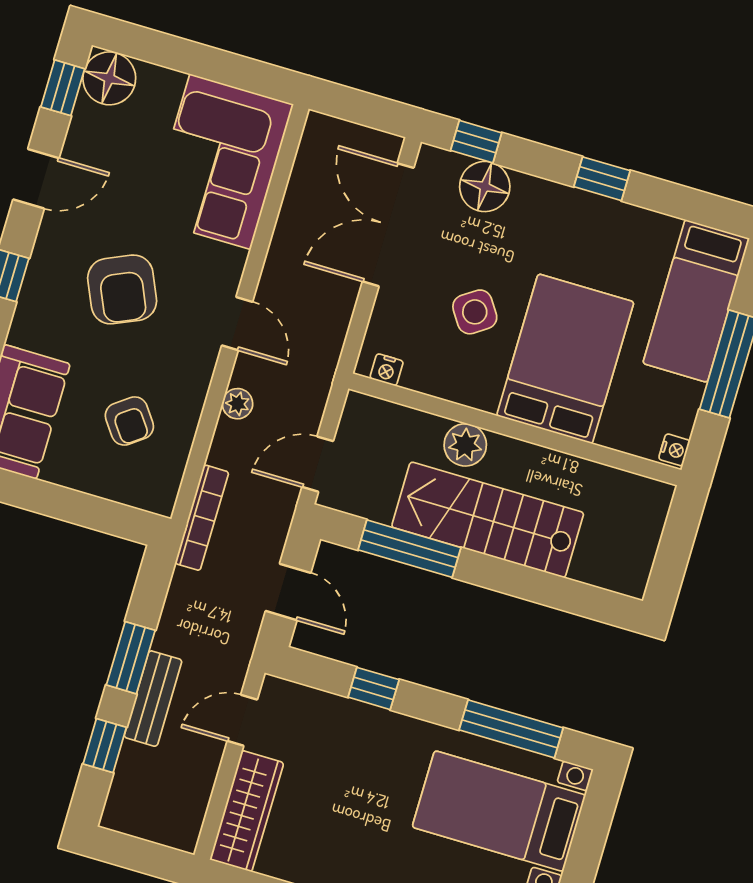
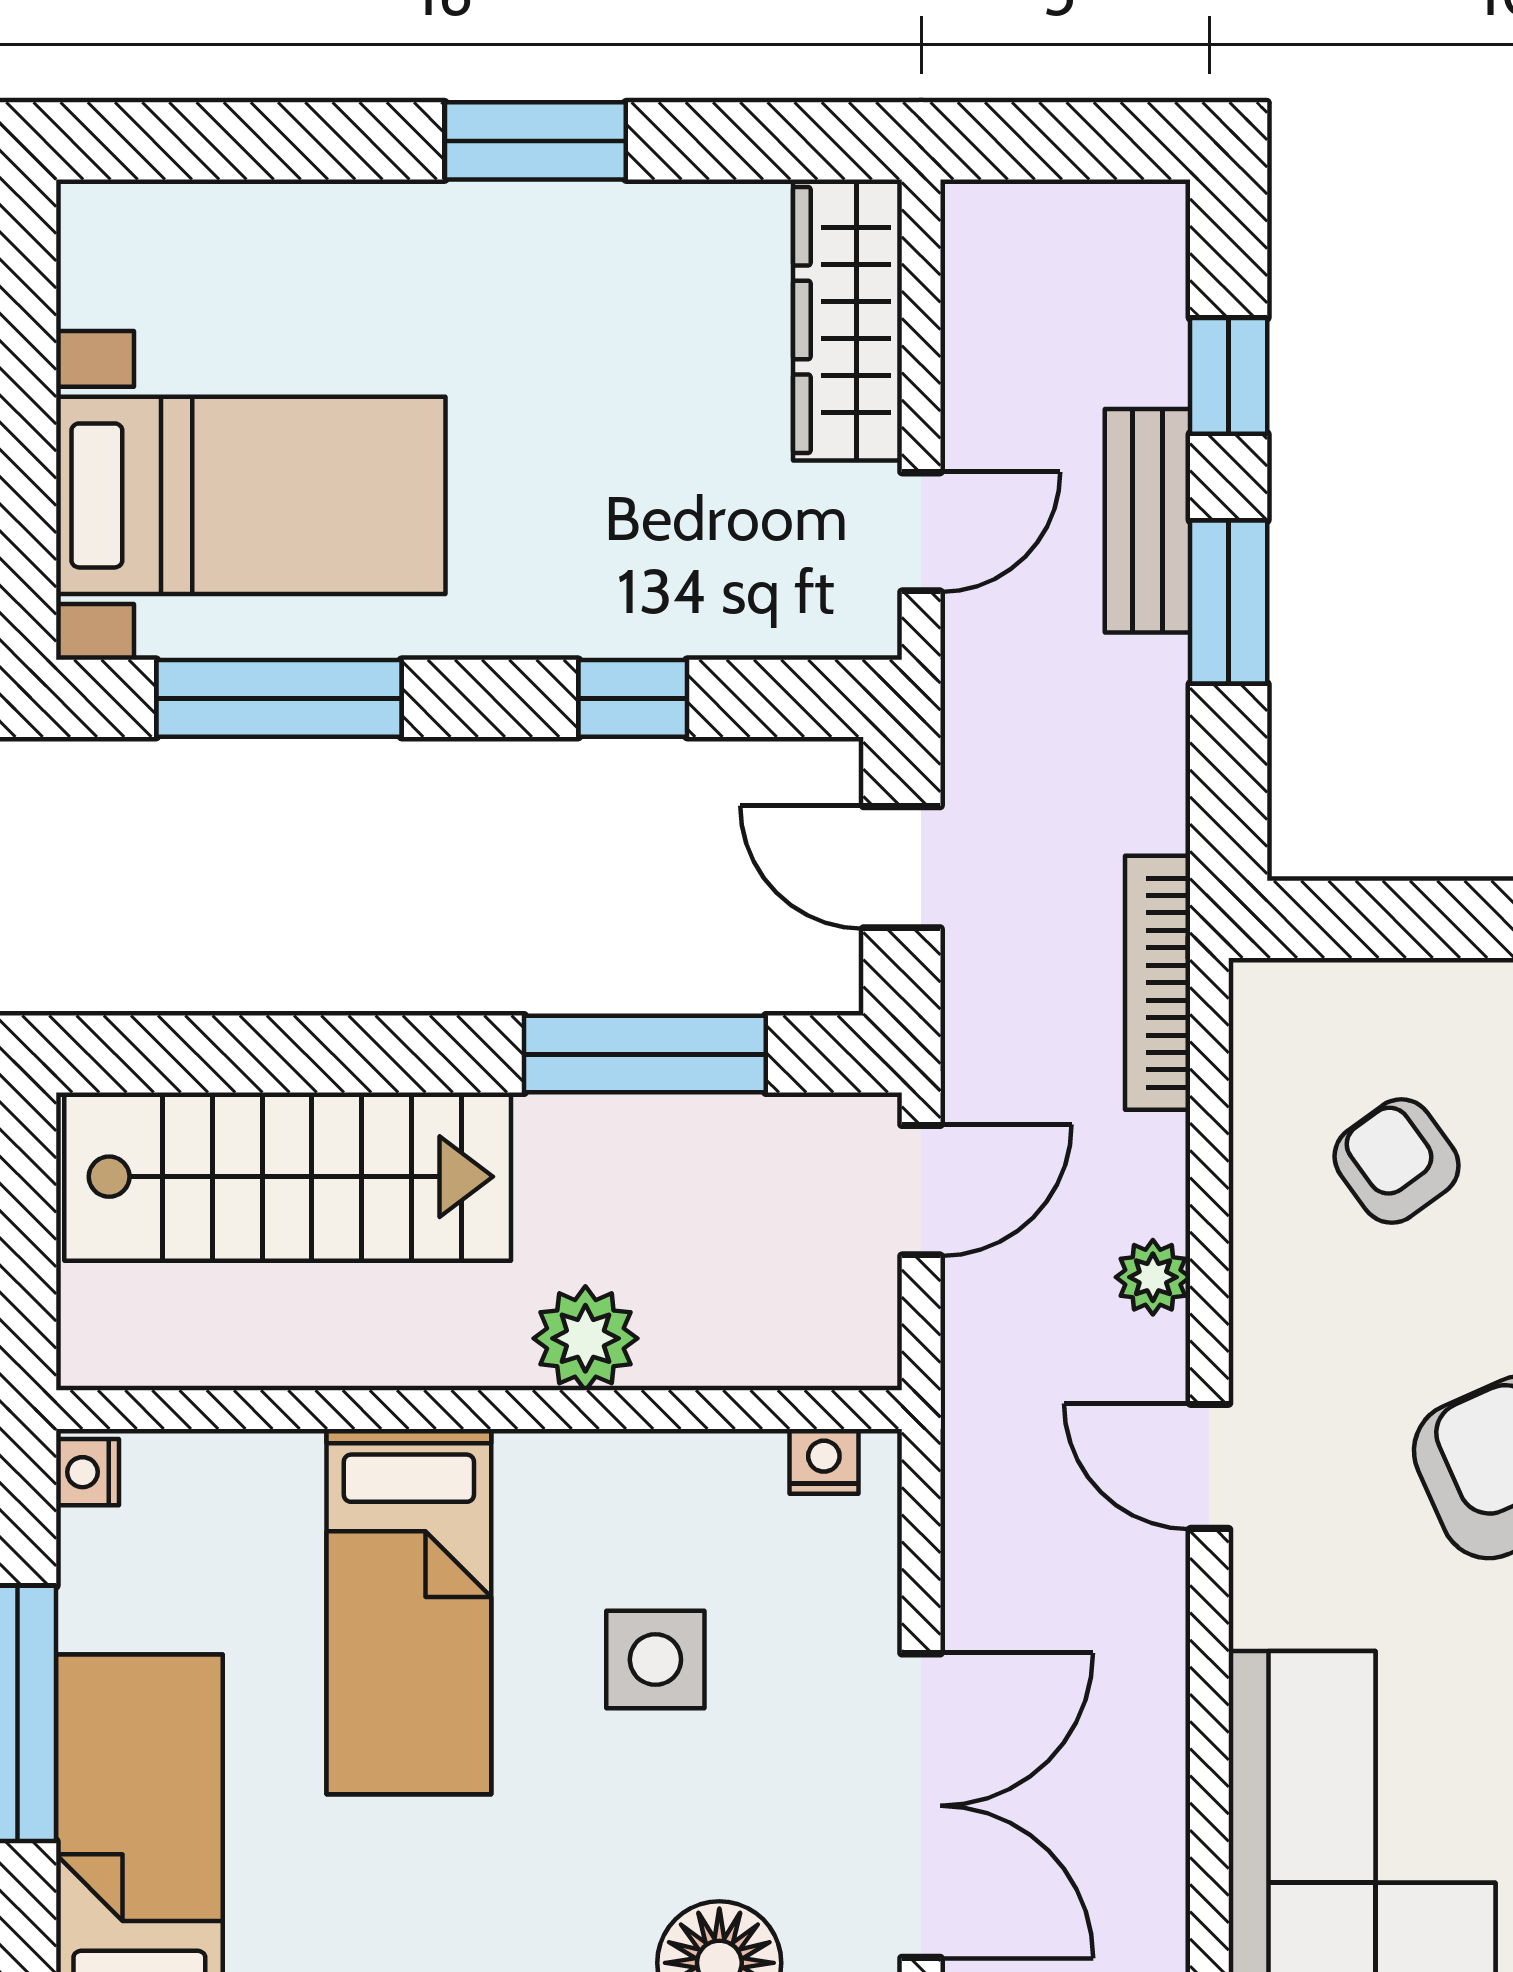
side table: (475, 312) -> (655, 1660), turned 34
bed: (565, 359) -> (409, 1612), width x0.67
stairs: (488, 520) -> (288, 1177), moved

